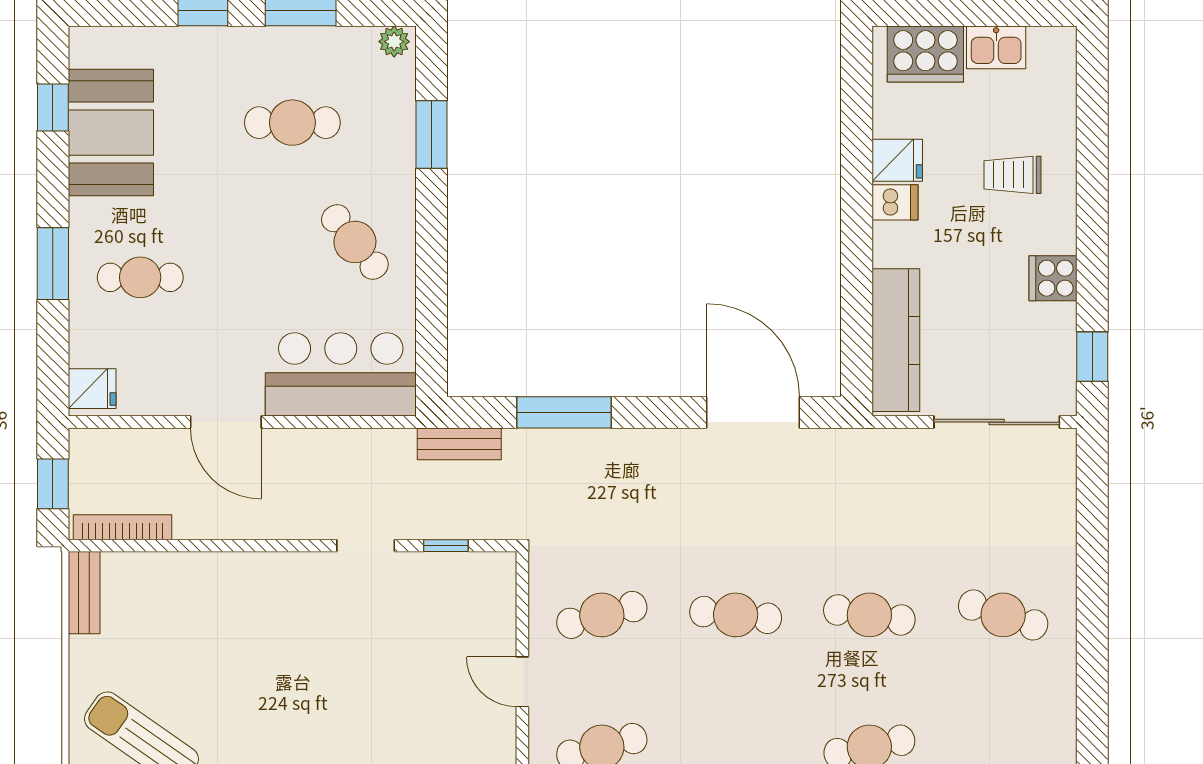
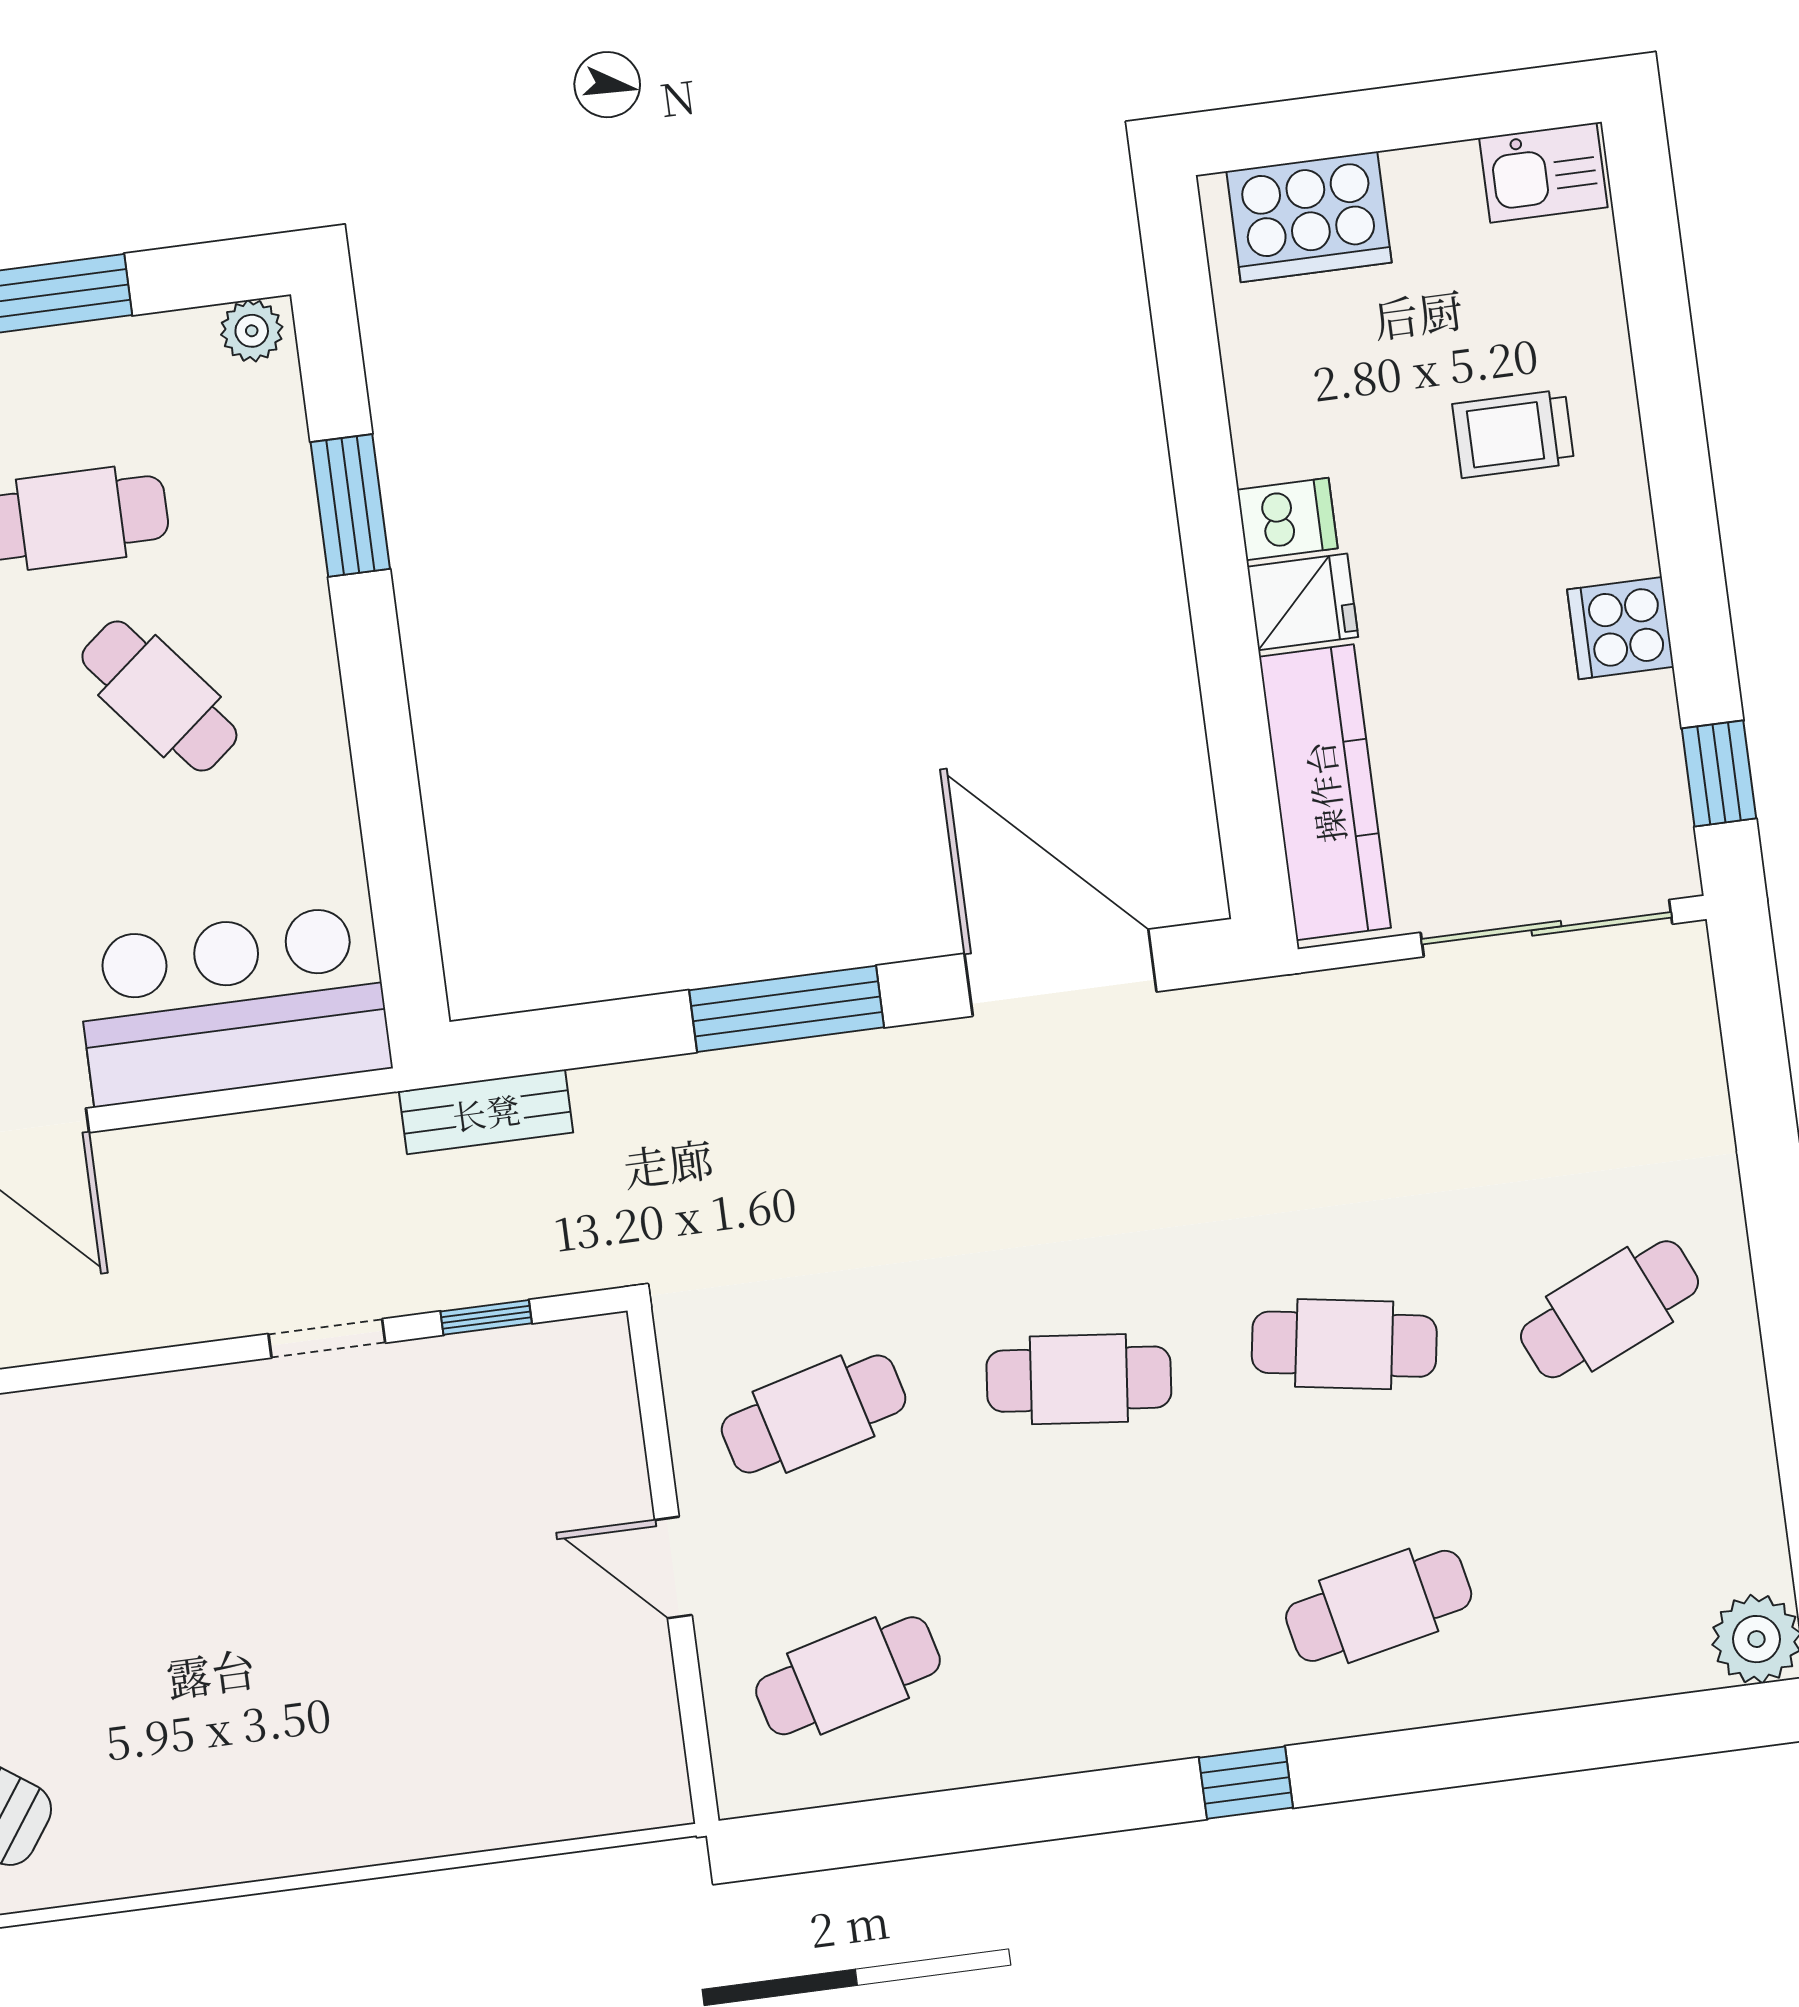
kitchen sink: (996, 47) -> (1543, 173), moved
fridge: (897, 160) -> (1303, 602), moved
cafe table: (355, 242) -> (159, 696), moved
window: (564, 412) -> (787, 1009), moved
cafe table: (1003, 615) -> (1610, 1309), turned -42

